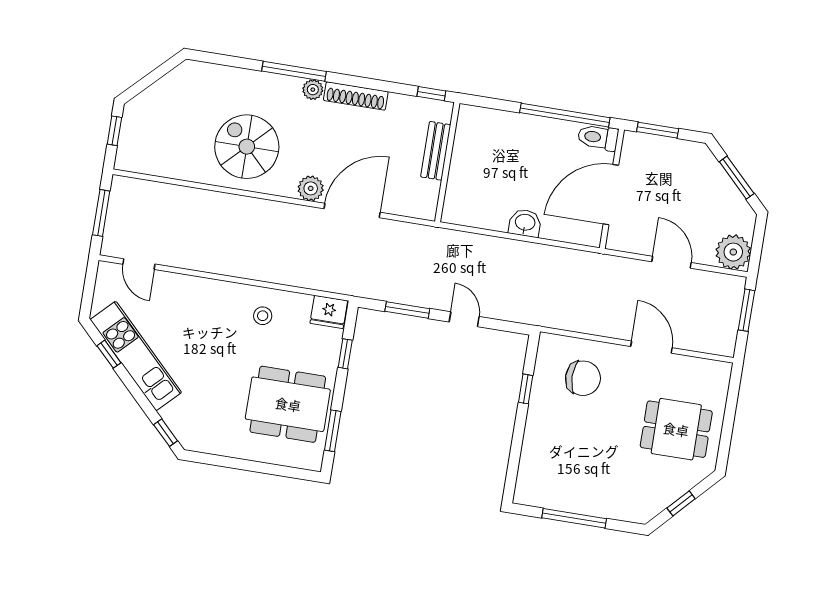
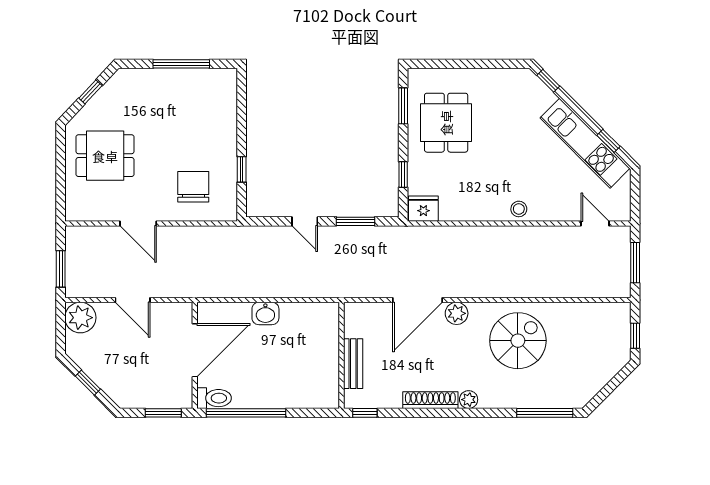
window: (294, 71) -> (545, 413), moved
spiral stairs: (247, 147) -> (518, 341), turned -90
window: (737, 178) -> (88, 383), width x0.67
stool: (263, 316) -> (519, 209), moved
chair: (583, 378) -> (193, 187), turned 90
dining table: (288, 404) -> (446, 123), width x0.73

